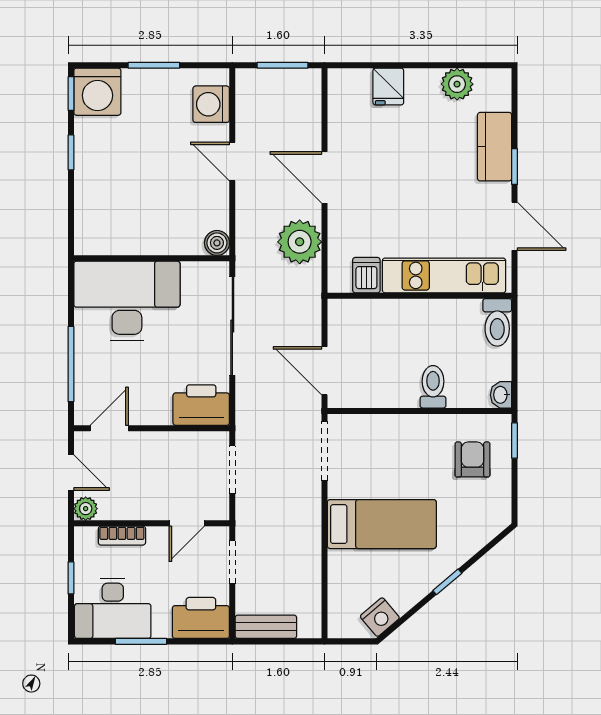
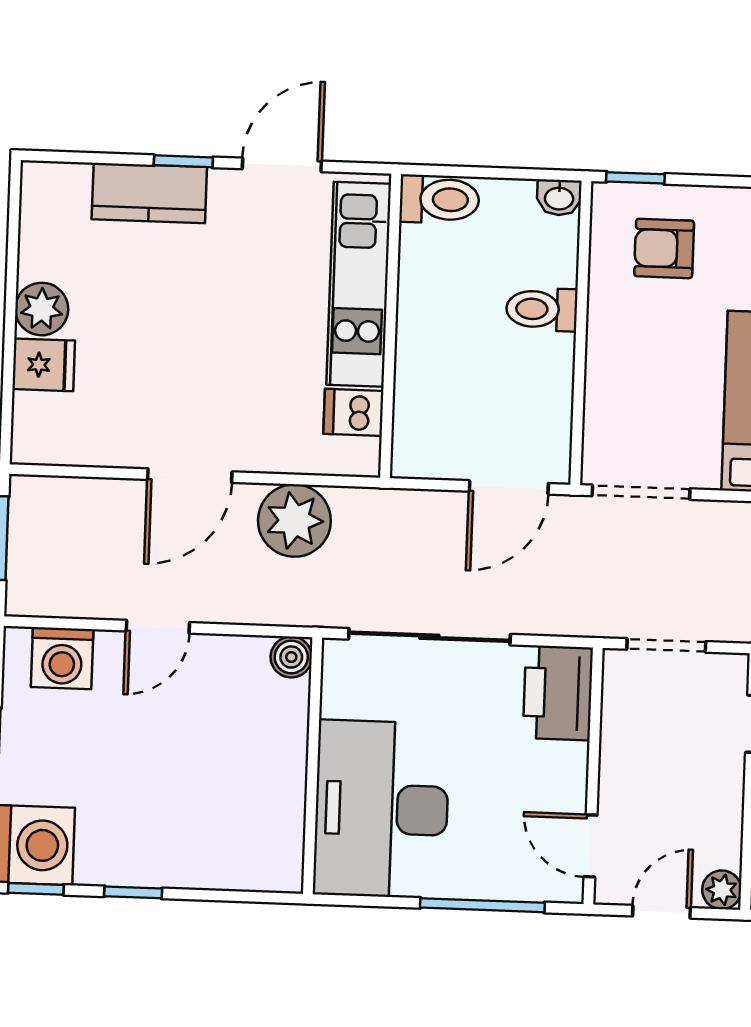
plant: (457, 84) -> (42, 309), moved

